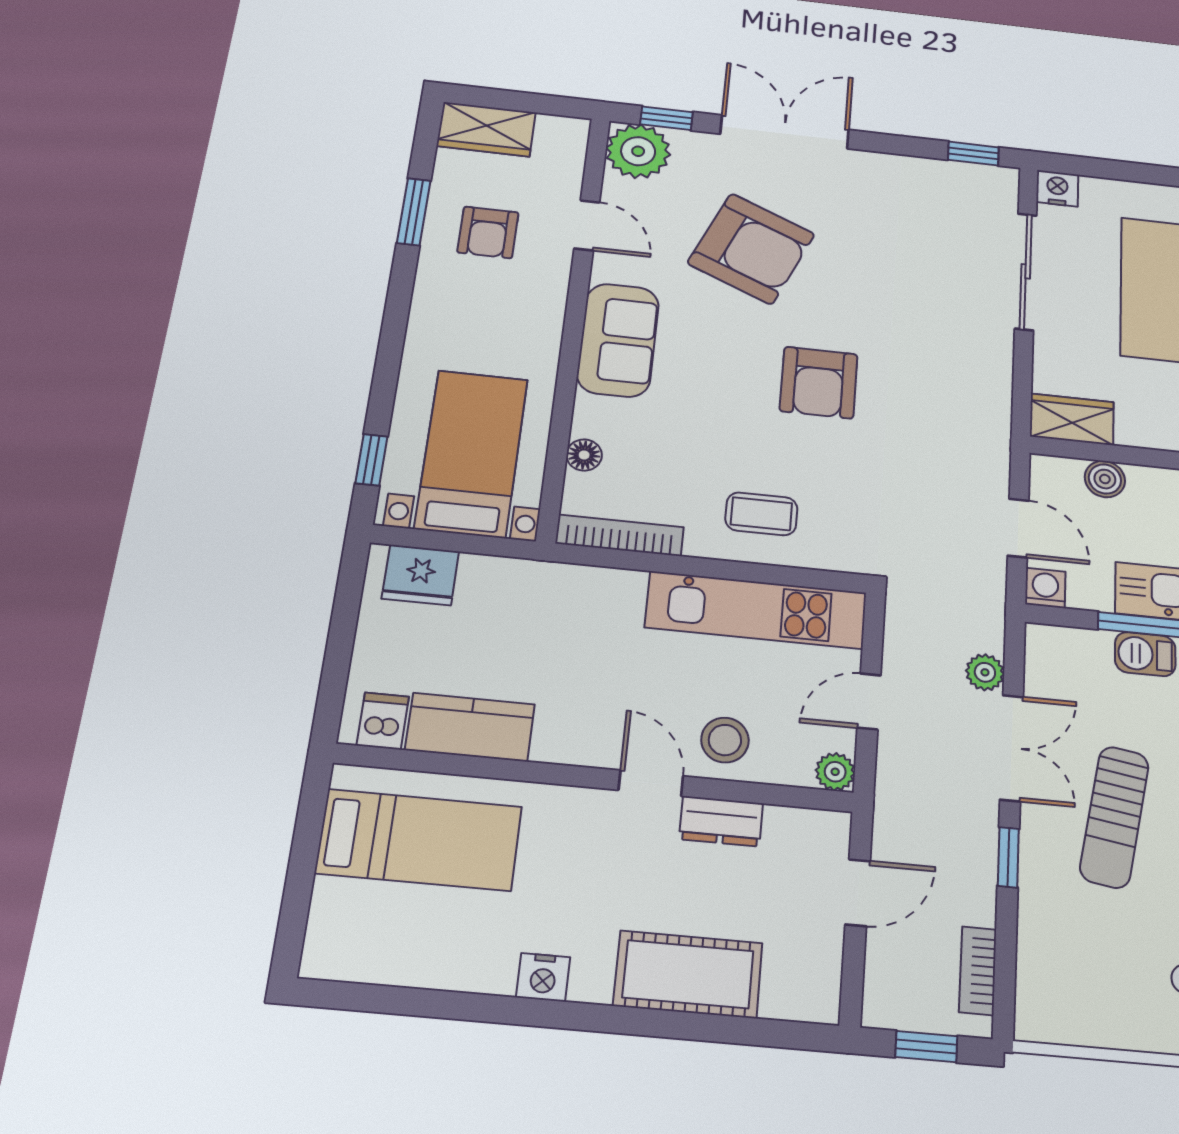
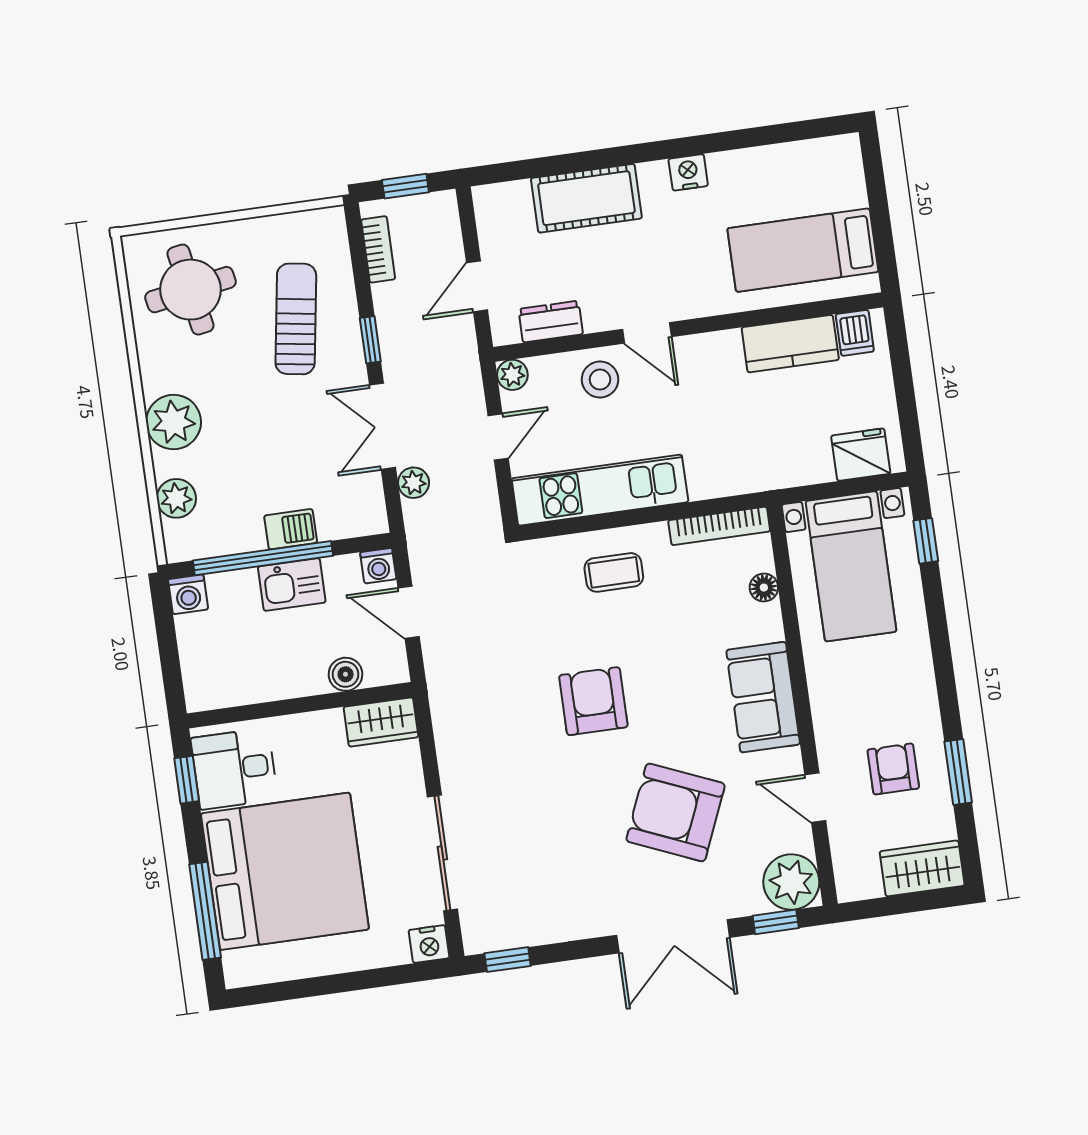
sun lounger: (1114, 817) -> (296, 319), moved
dresser: (721, 821) -> (551, 322), moved

